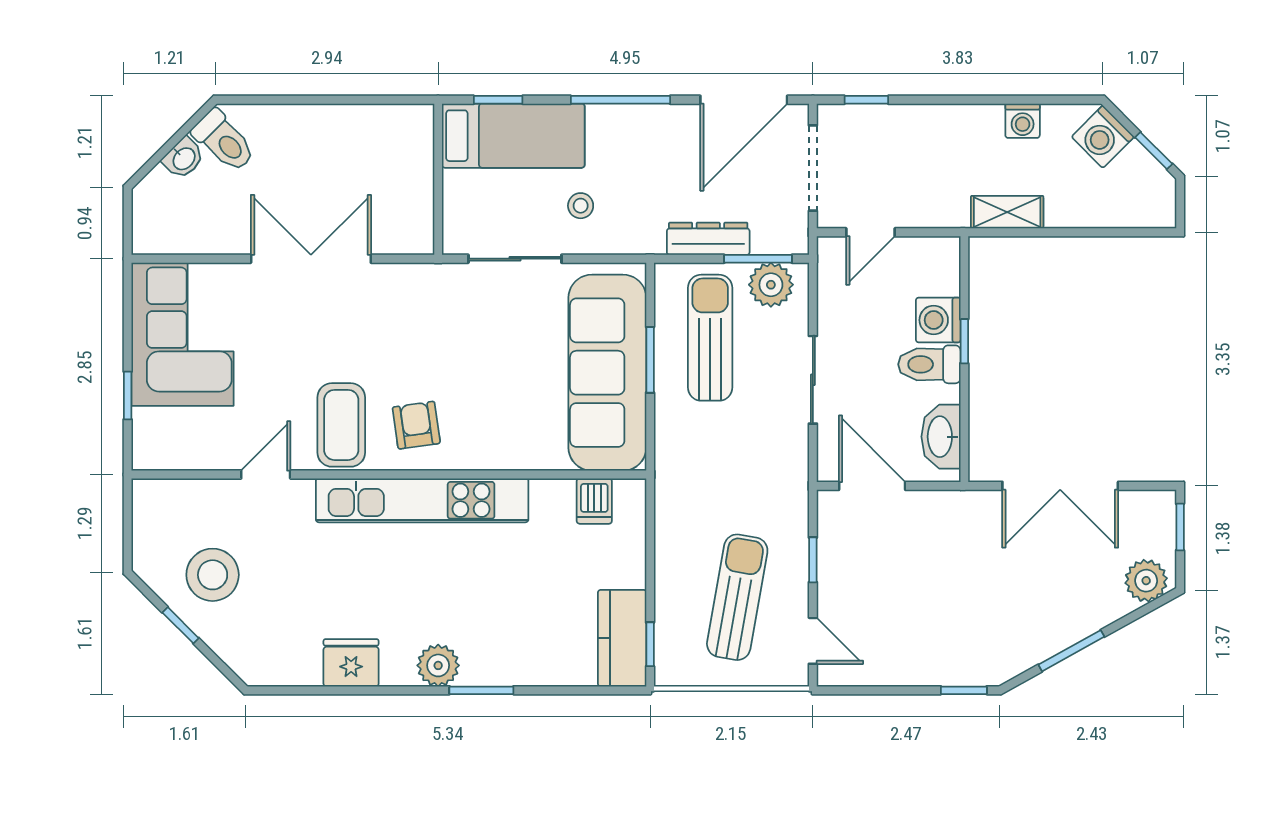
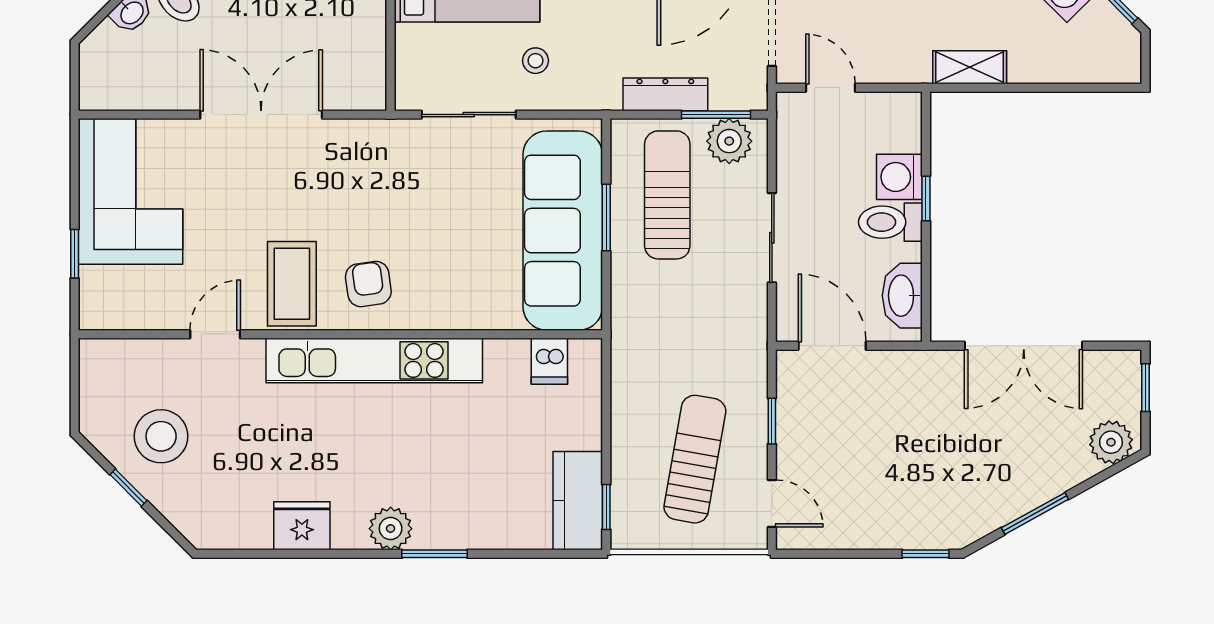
door: (871, 232) -> (831, 88), swing flipped

